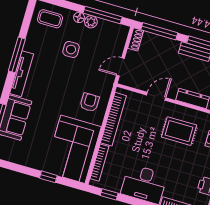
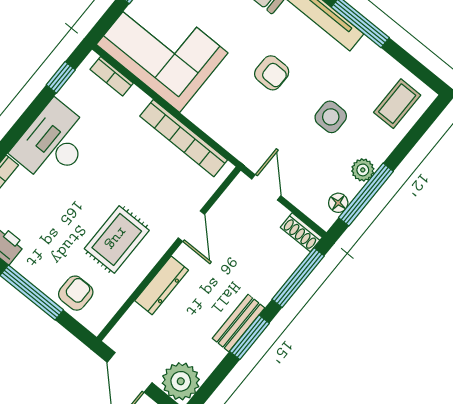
floor lamp: (79, 17) -> (338, 203), moved
armchair: (90, 102) -> (272, 73), moved
bookcase: (99, 163) -> (112, 76), width x0.64

